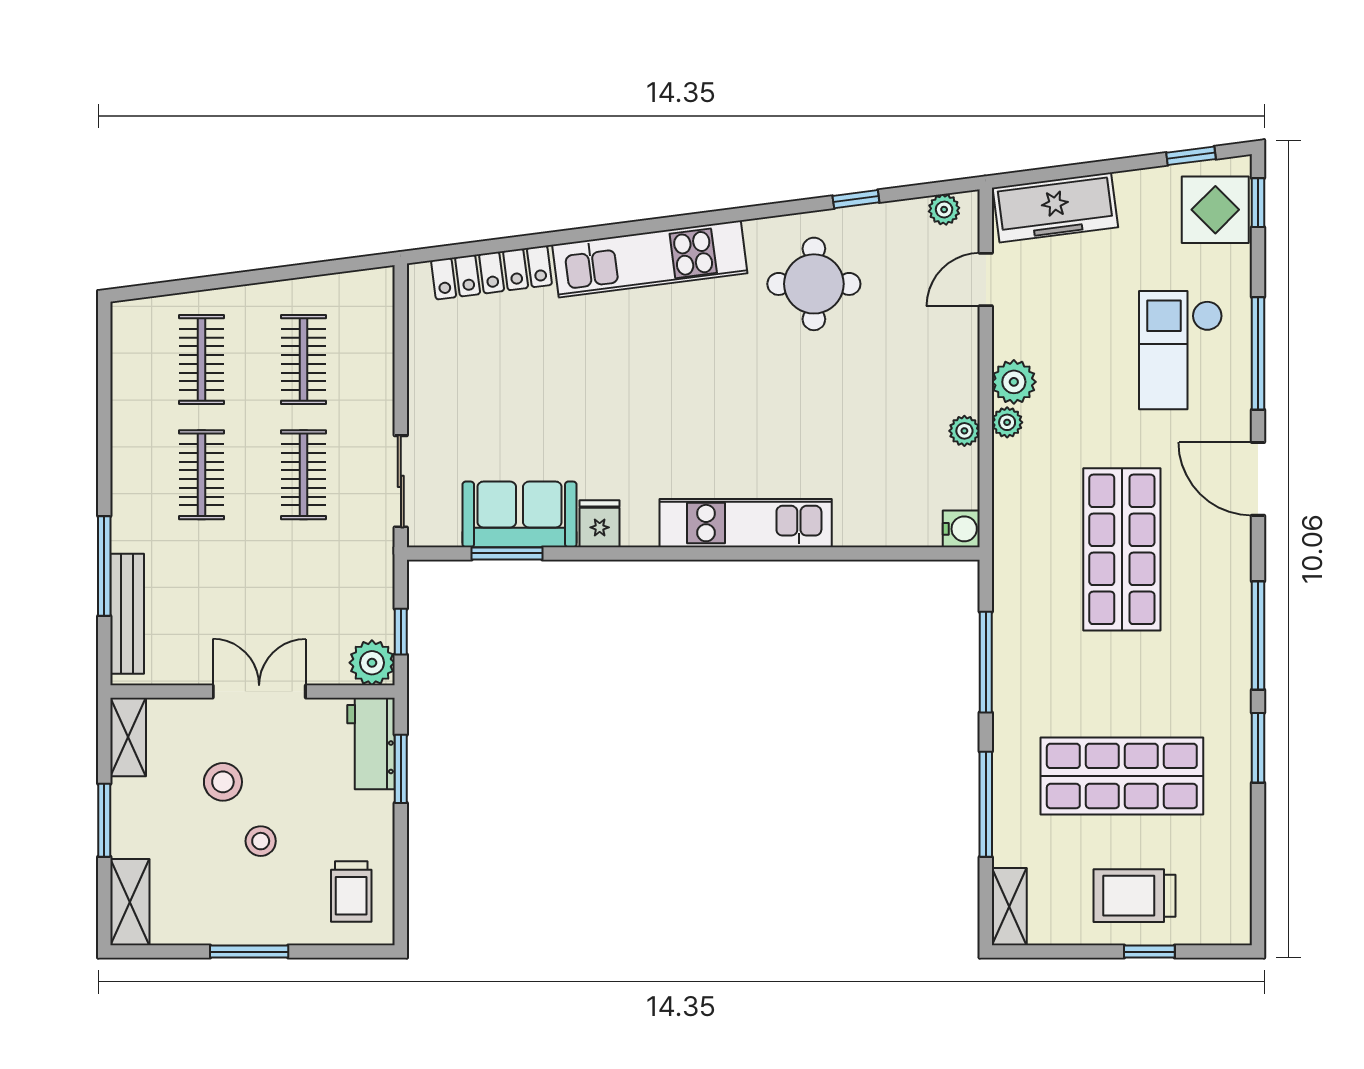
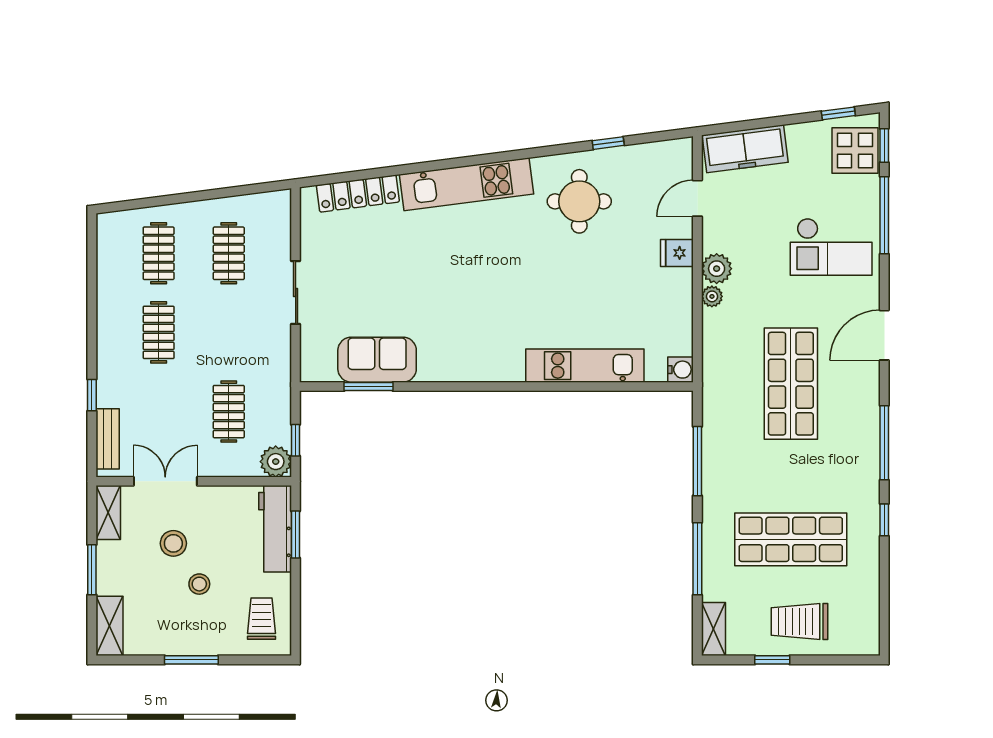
plant: (944, 210) -> (669, 150), removed
checkout: (1181, 350) -> (831, 247), turned -90
window: (1258, 353) -> (884, 215), moved
plant: (964, 431) -> (683, 302), removed
clothes rail: (304, 475) -> (229, 412), moved
door: (1258, 479) -> (884, 335), hinge flipped
sliding door: (401, 481) -> (296, 292), moved
kitchen unit: (746, 523) -> (585, 366), moved
fridge: (600, 524) -> (677, 253), moved, turned -90
window: (104, 566) -> (92, 395), width x0.46
bench: (127, 614) -> (108, 439), width x0.73
double door: (259, 692) -> (165, 481), moved
workbench: (371, 744) -> (275, 529), width x1.38
window: (1258, 748) -> (884, 520), width x0.67
trolley: (351, 891) -> (261, 619), turned 180
window: (1149, 952) -> (772, 660), moved

